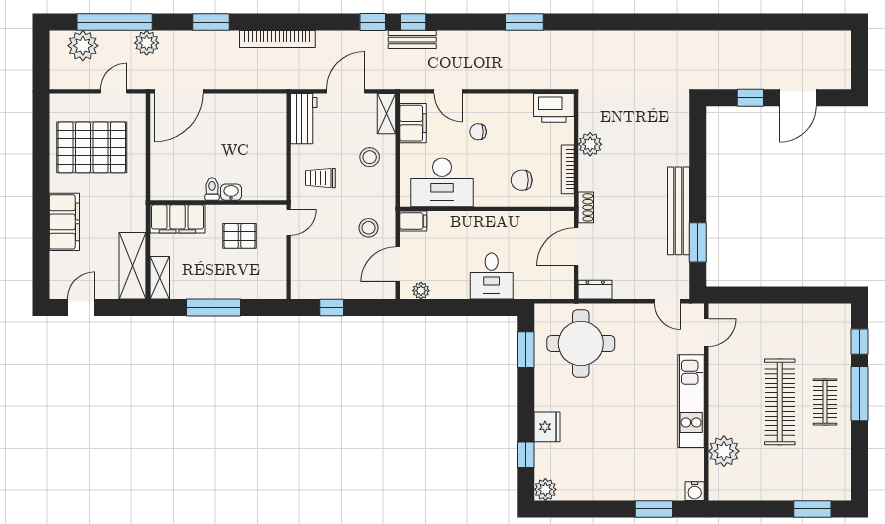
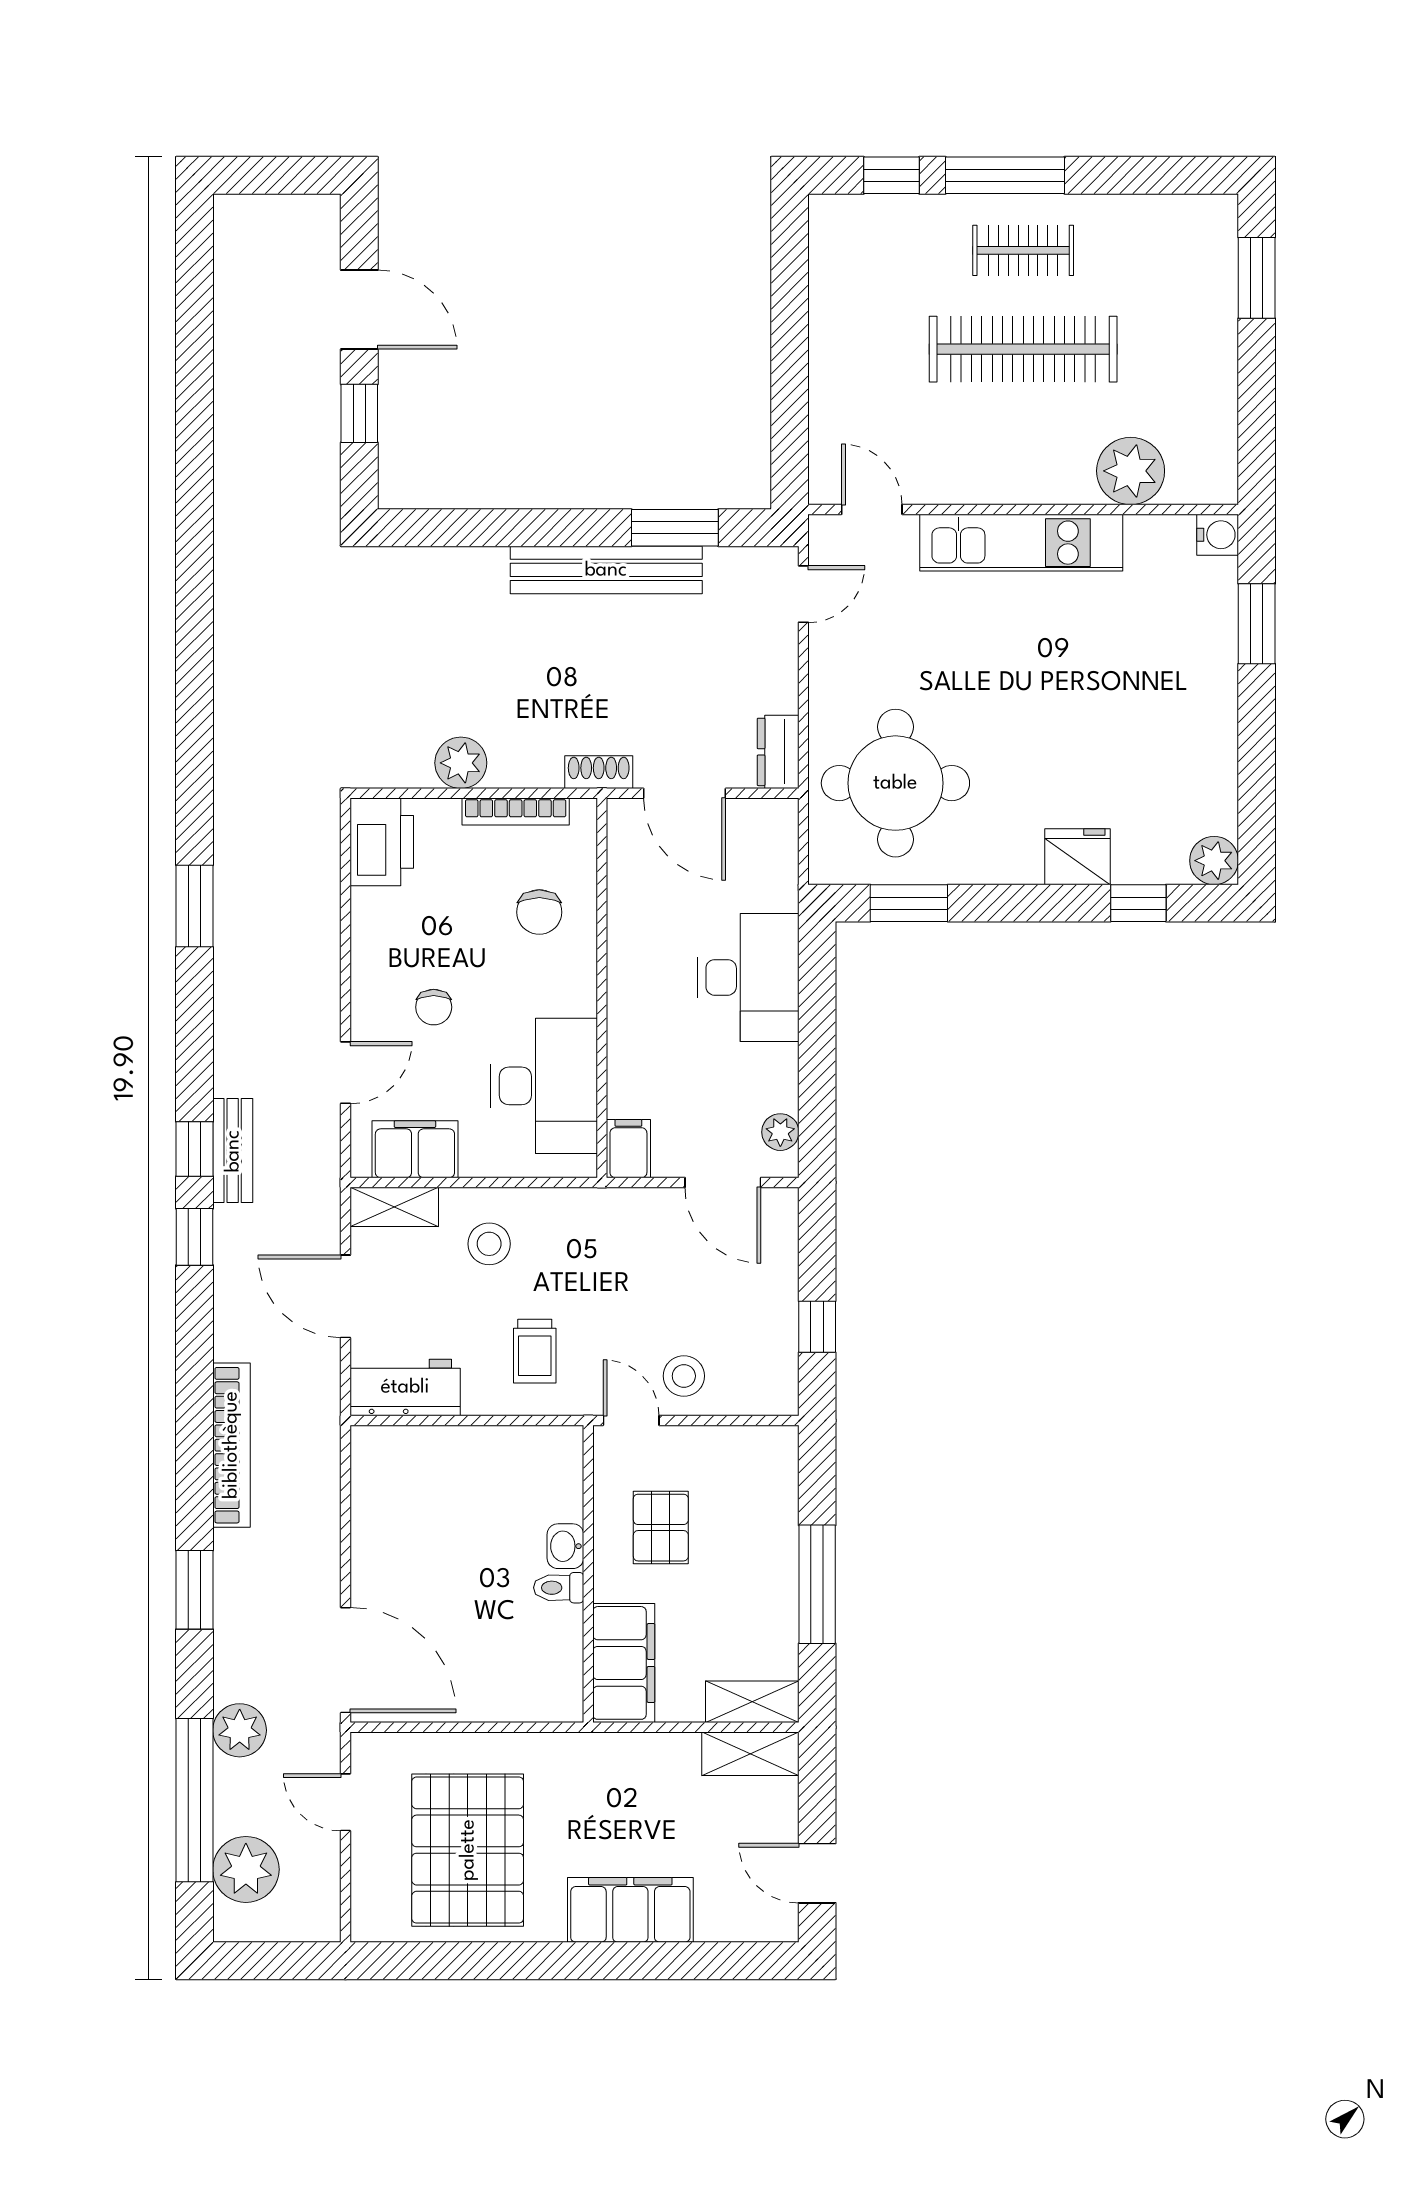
stool: (368, 228) -> (684, 1376), moved
shelving: (133, 266) -> (750, 1754), width x0.67, depth x0.75
desk: (492, 276) -> (748, 977), width x1.37

